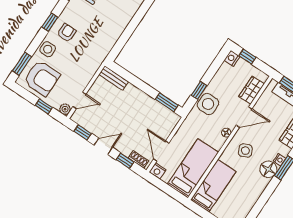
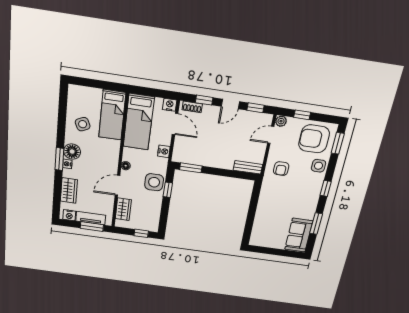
armchair: (67, 33) -> (281, 169), moved
nightstand: (232, 58) -> (164, 151), moved
side table: (245, 151) -> (83, 124), moved

